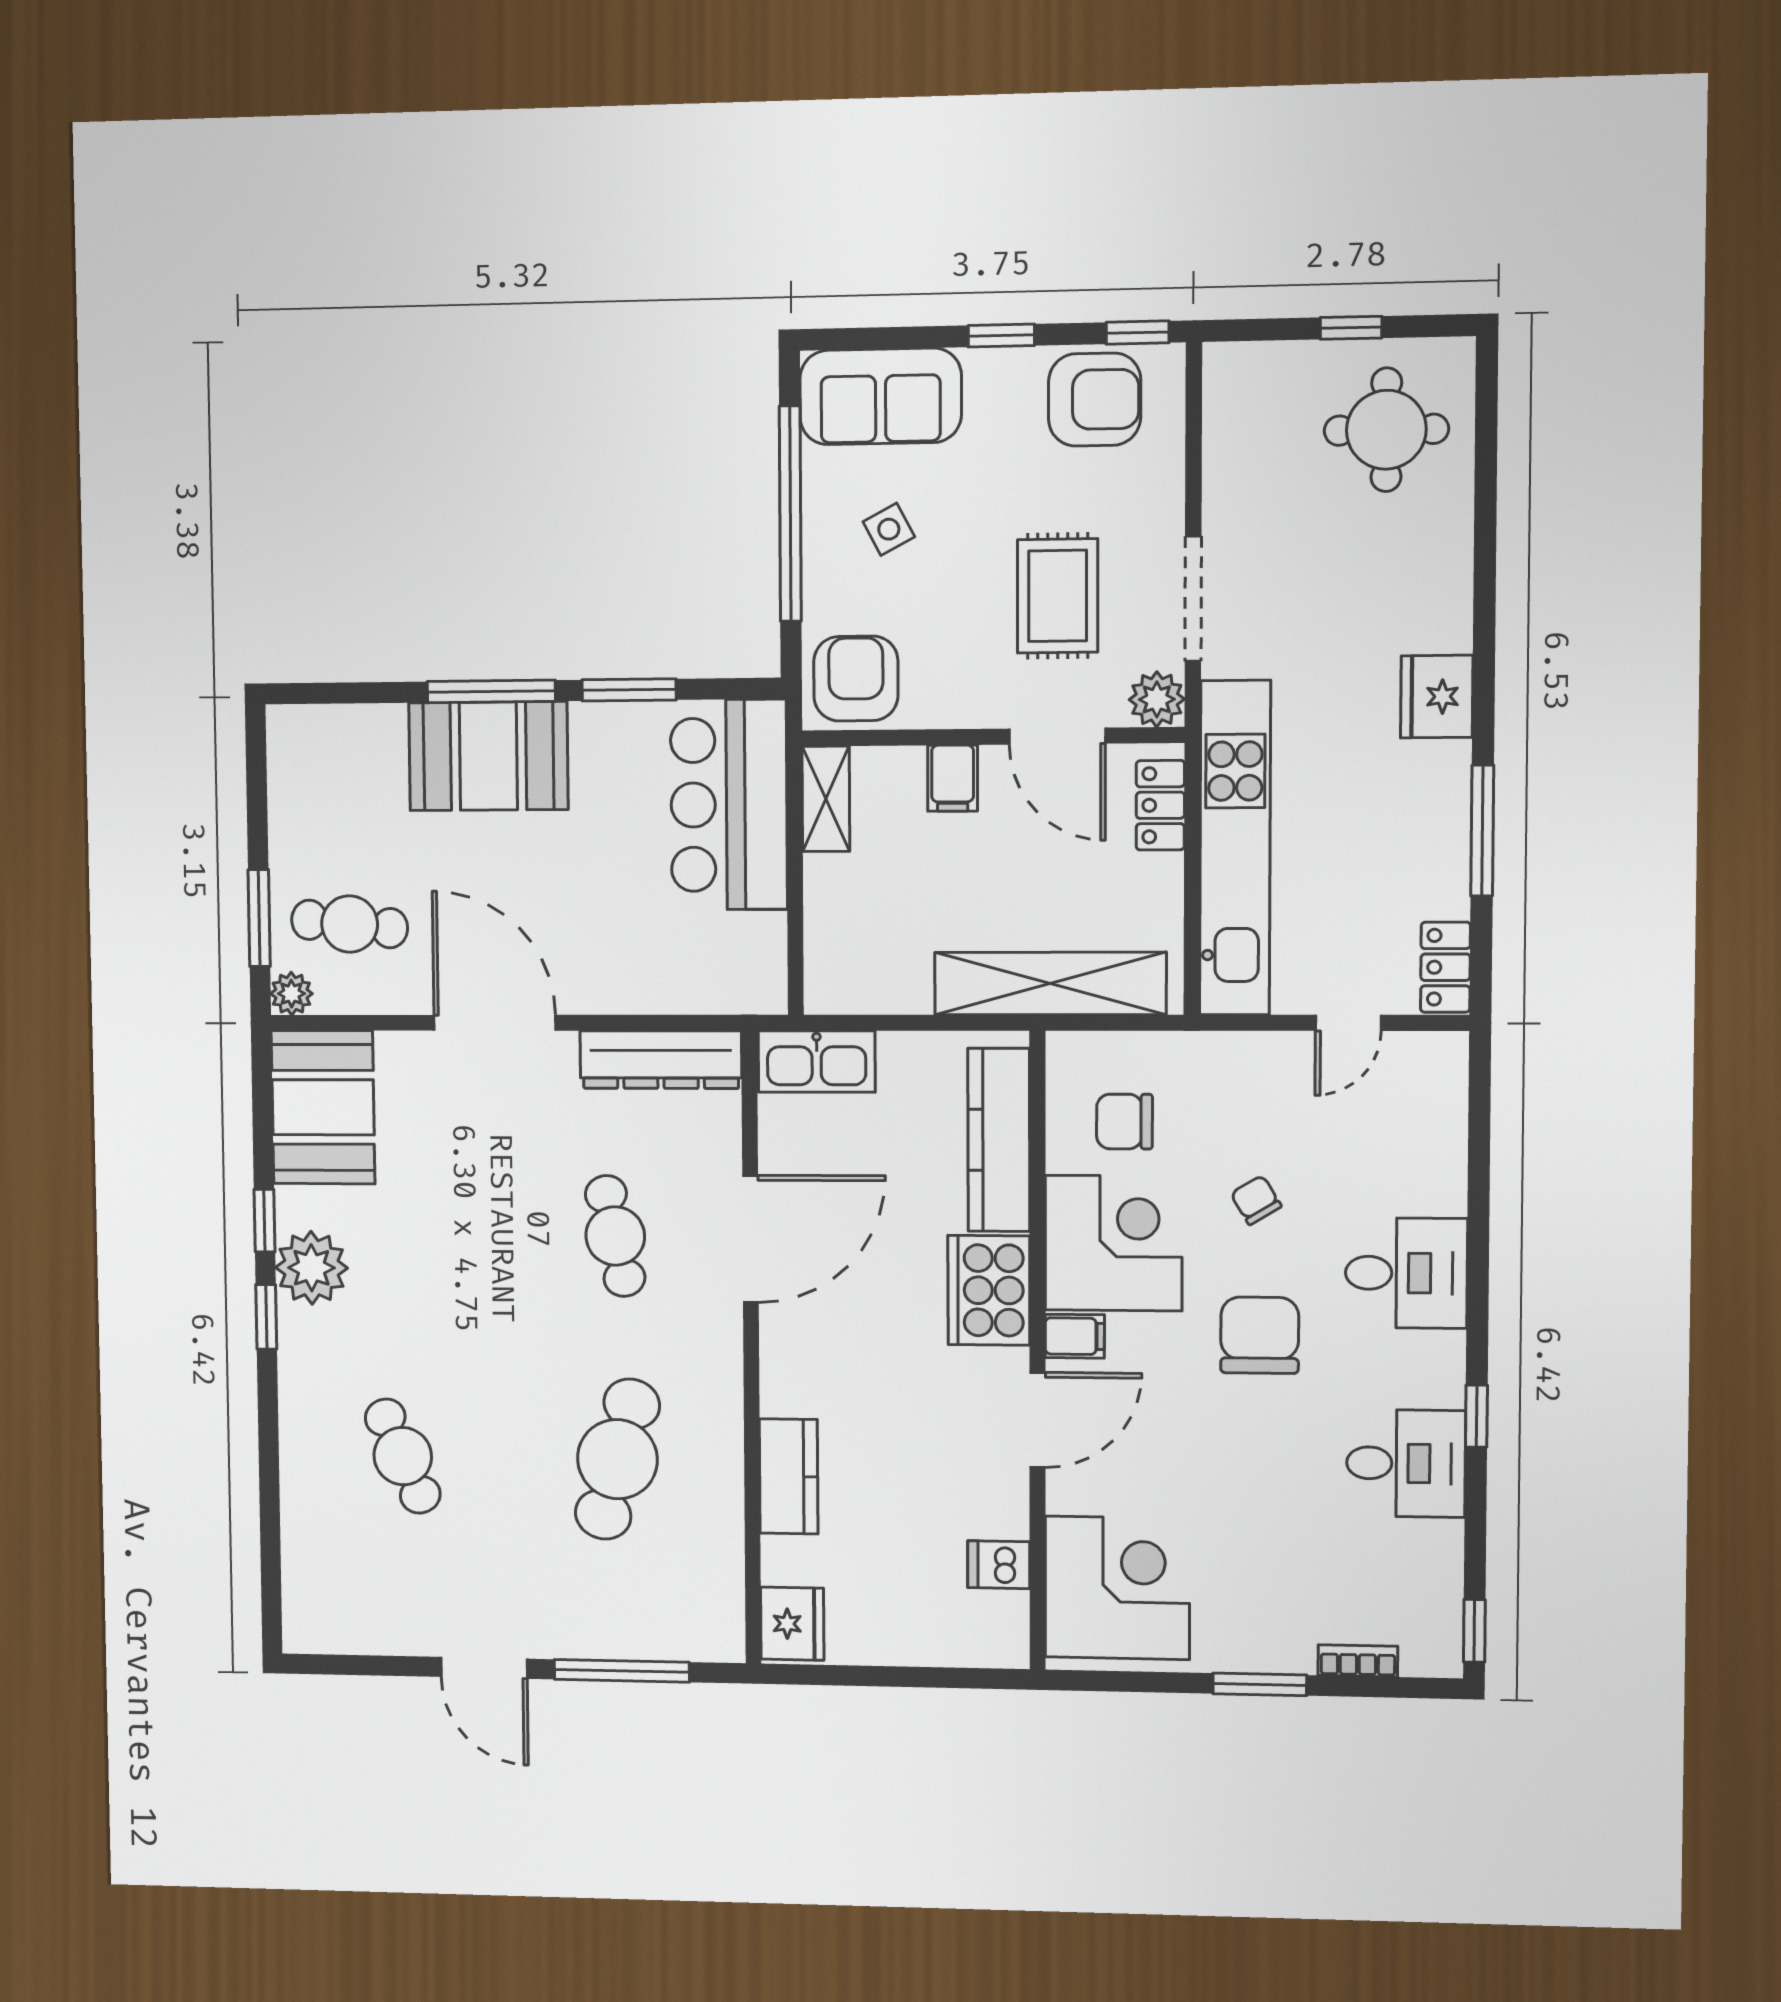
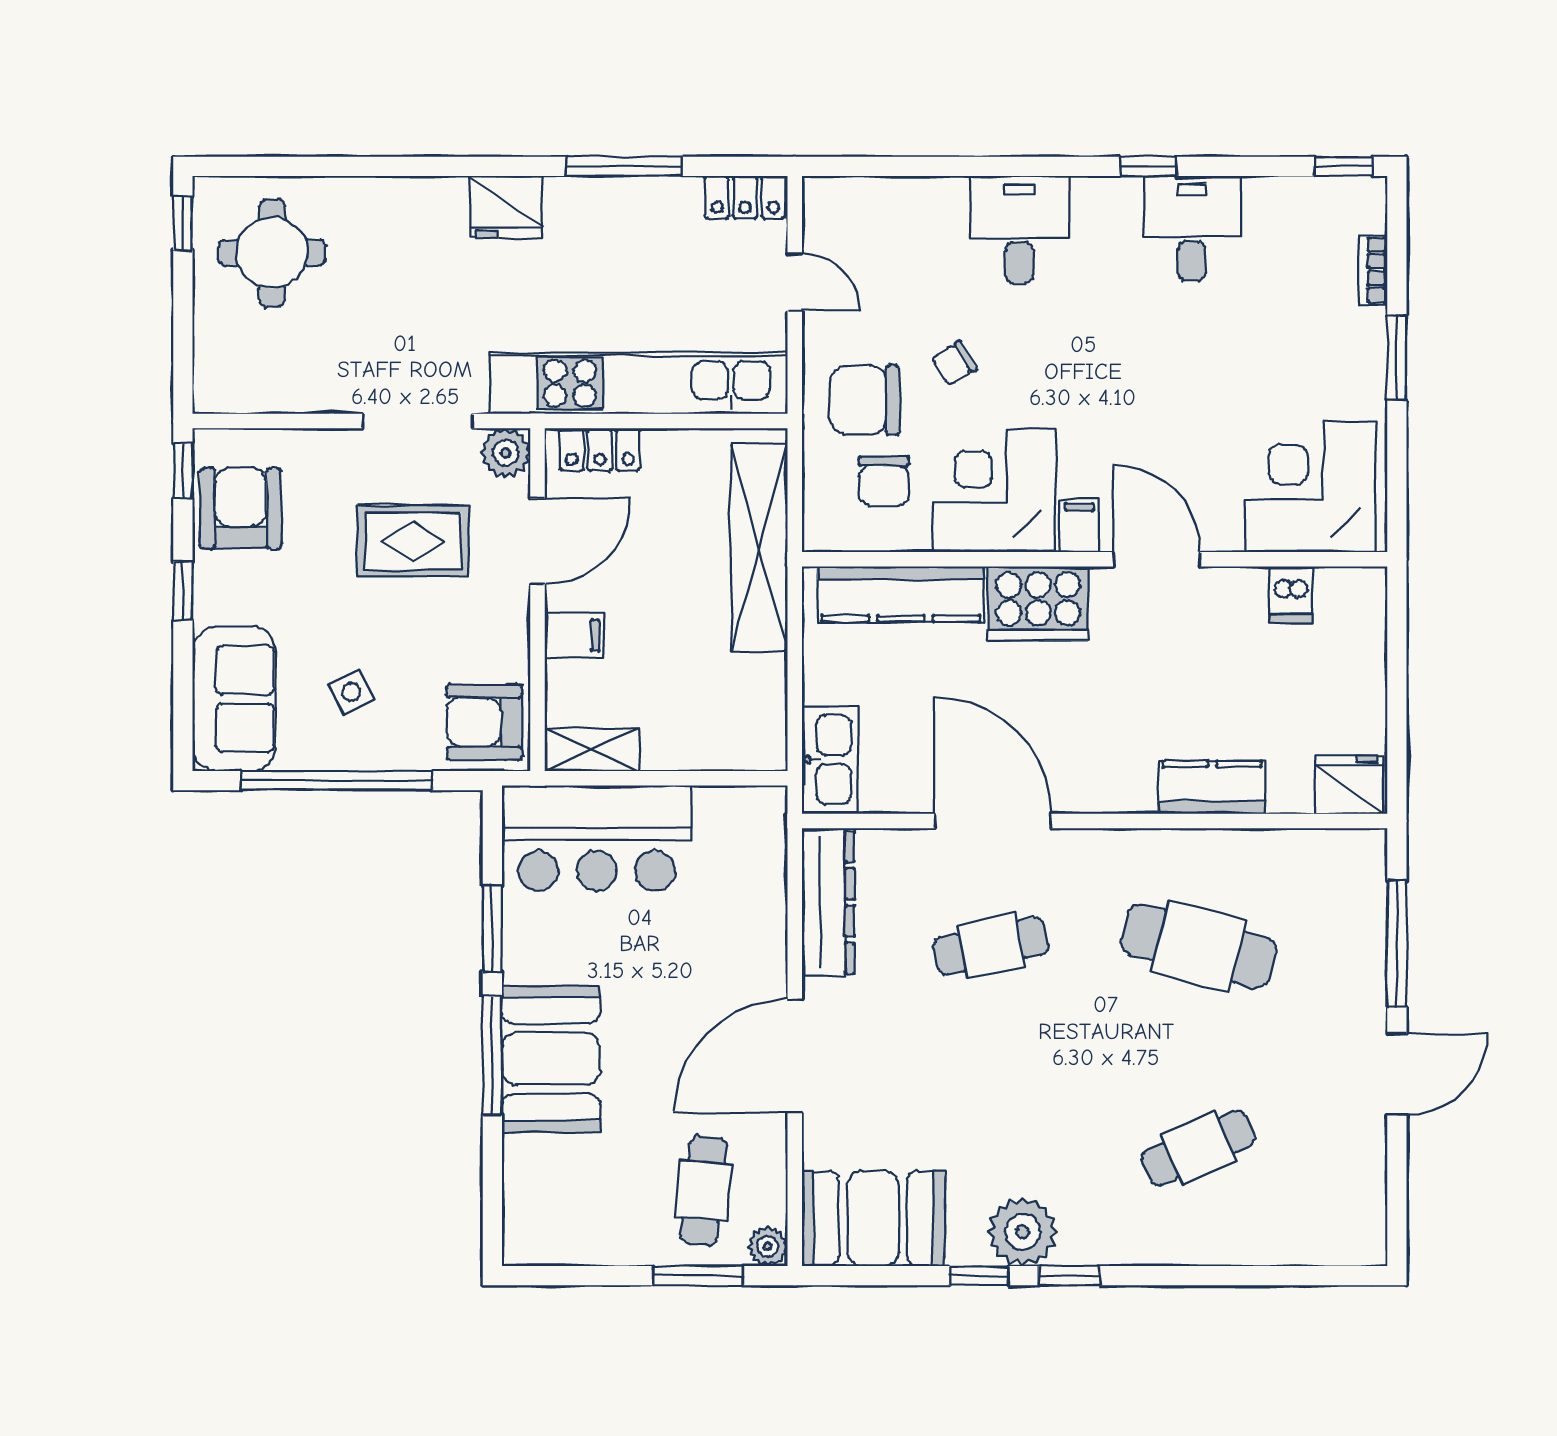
window: (1351, 328) -> (183, 224), moved
chair: (1260, 1335) -> (865, 400), moved

